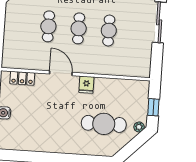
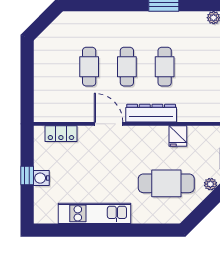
dresser: (95, 67) -> (151, 113), added
fridge: (86, 85) -> (178, 136), moved
kitchen unit: (45, 144) -> (94, 213), added

